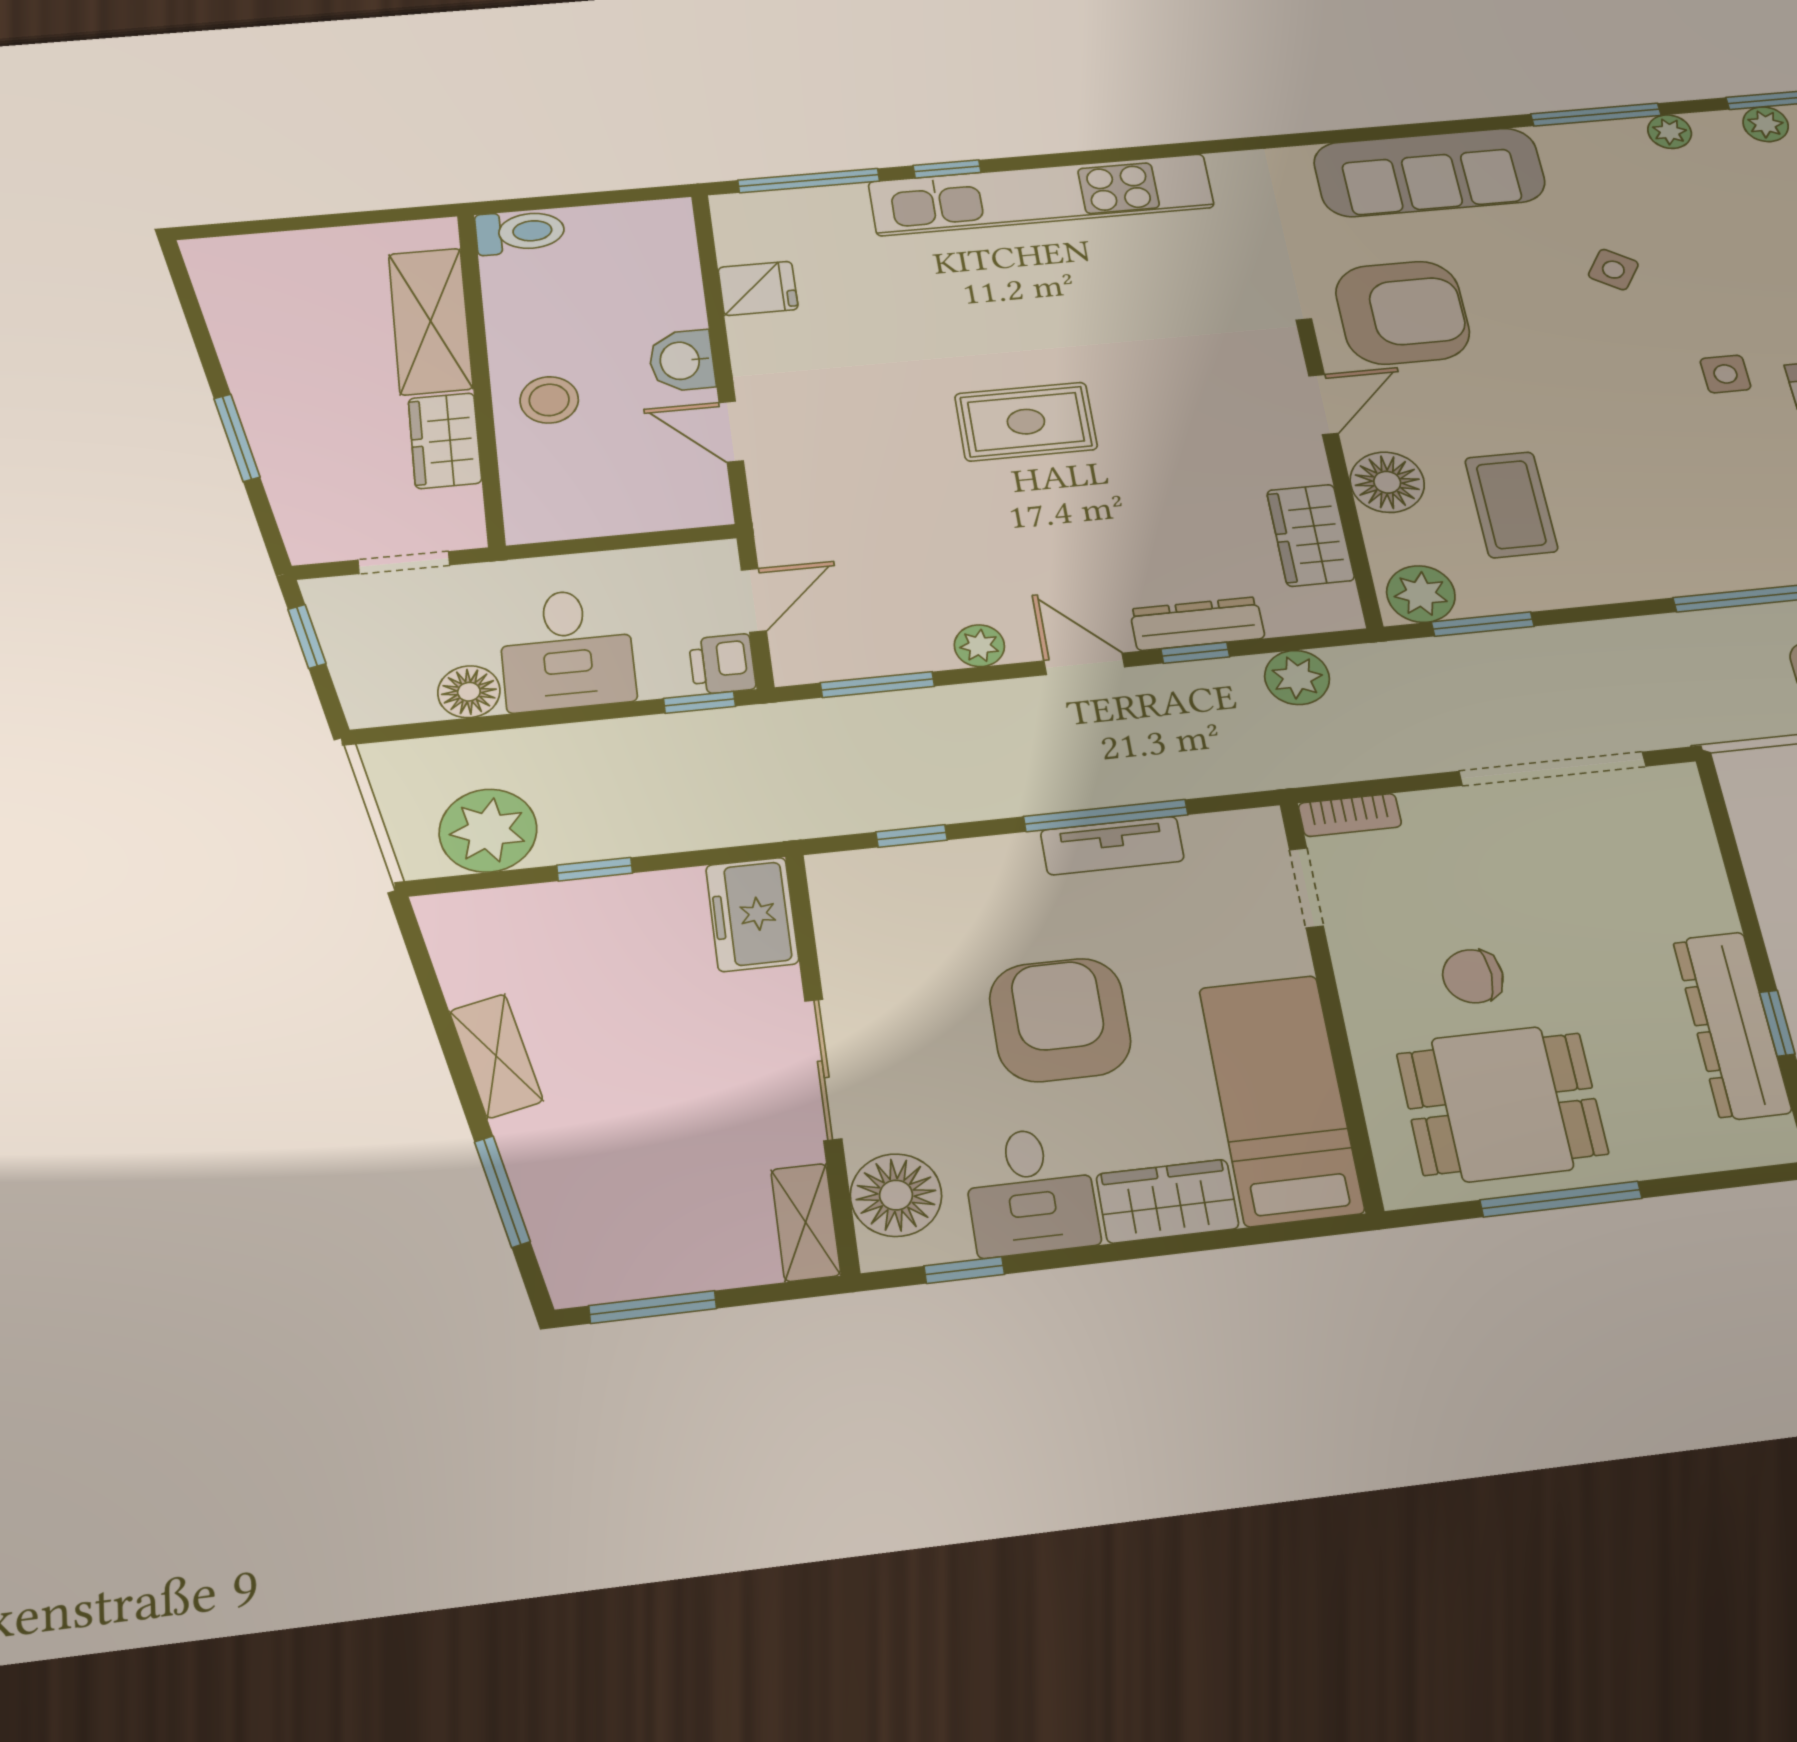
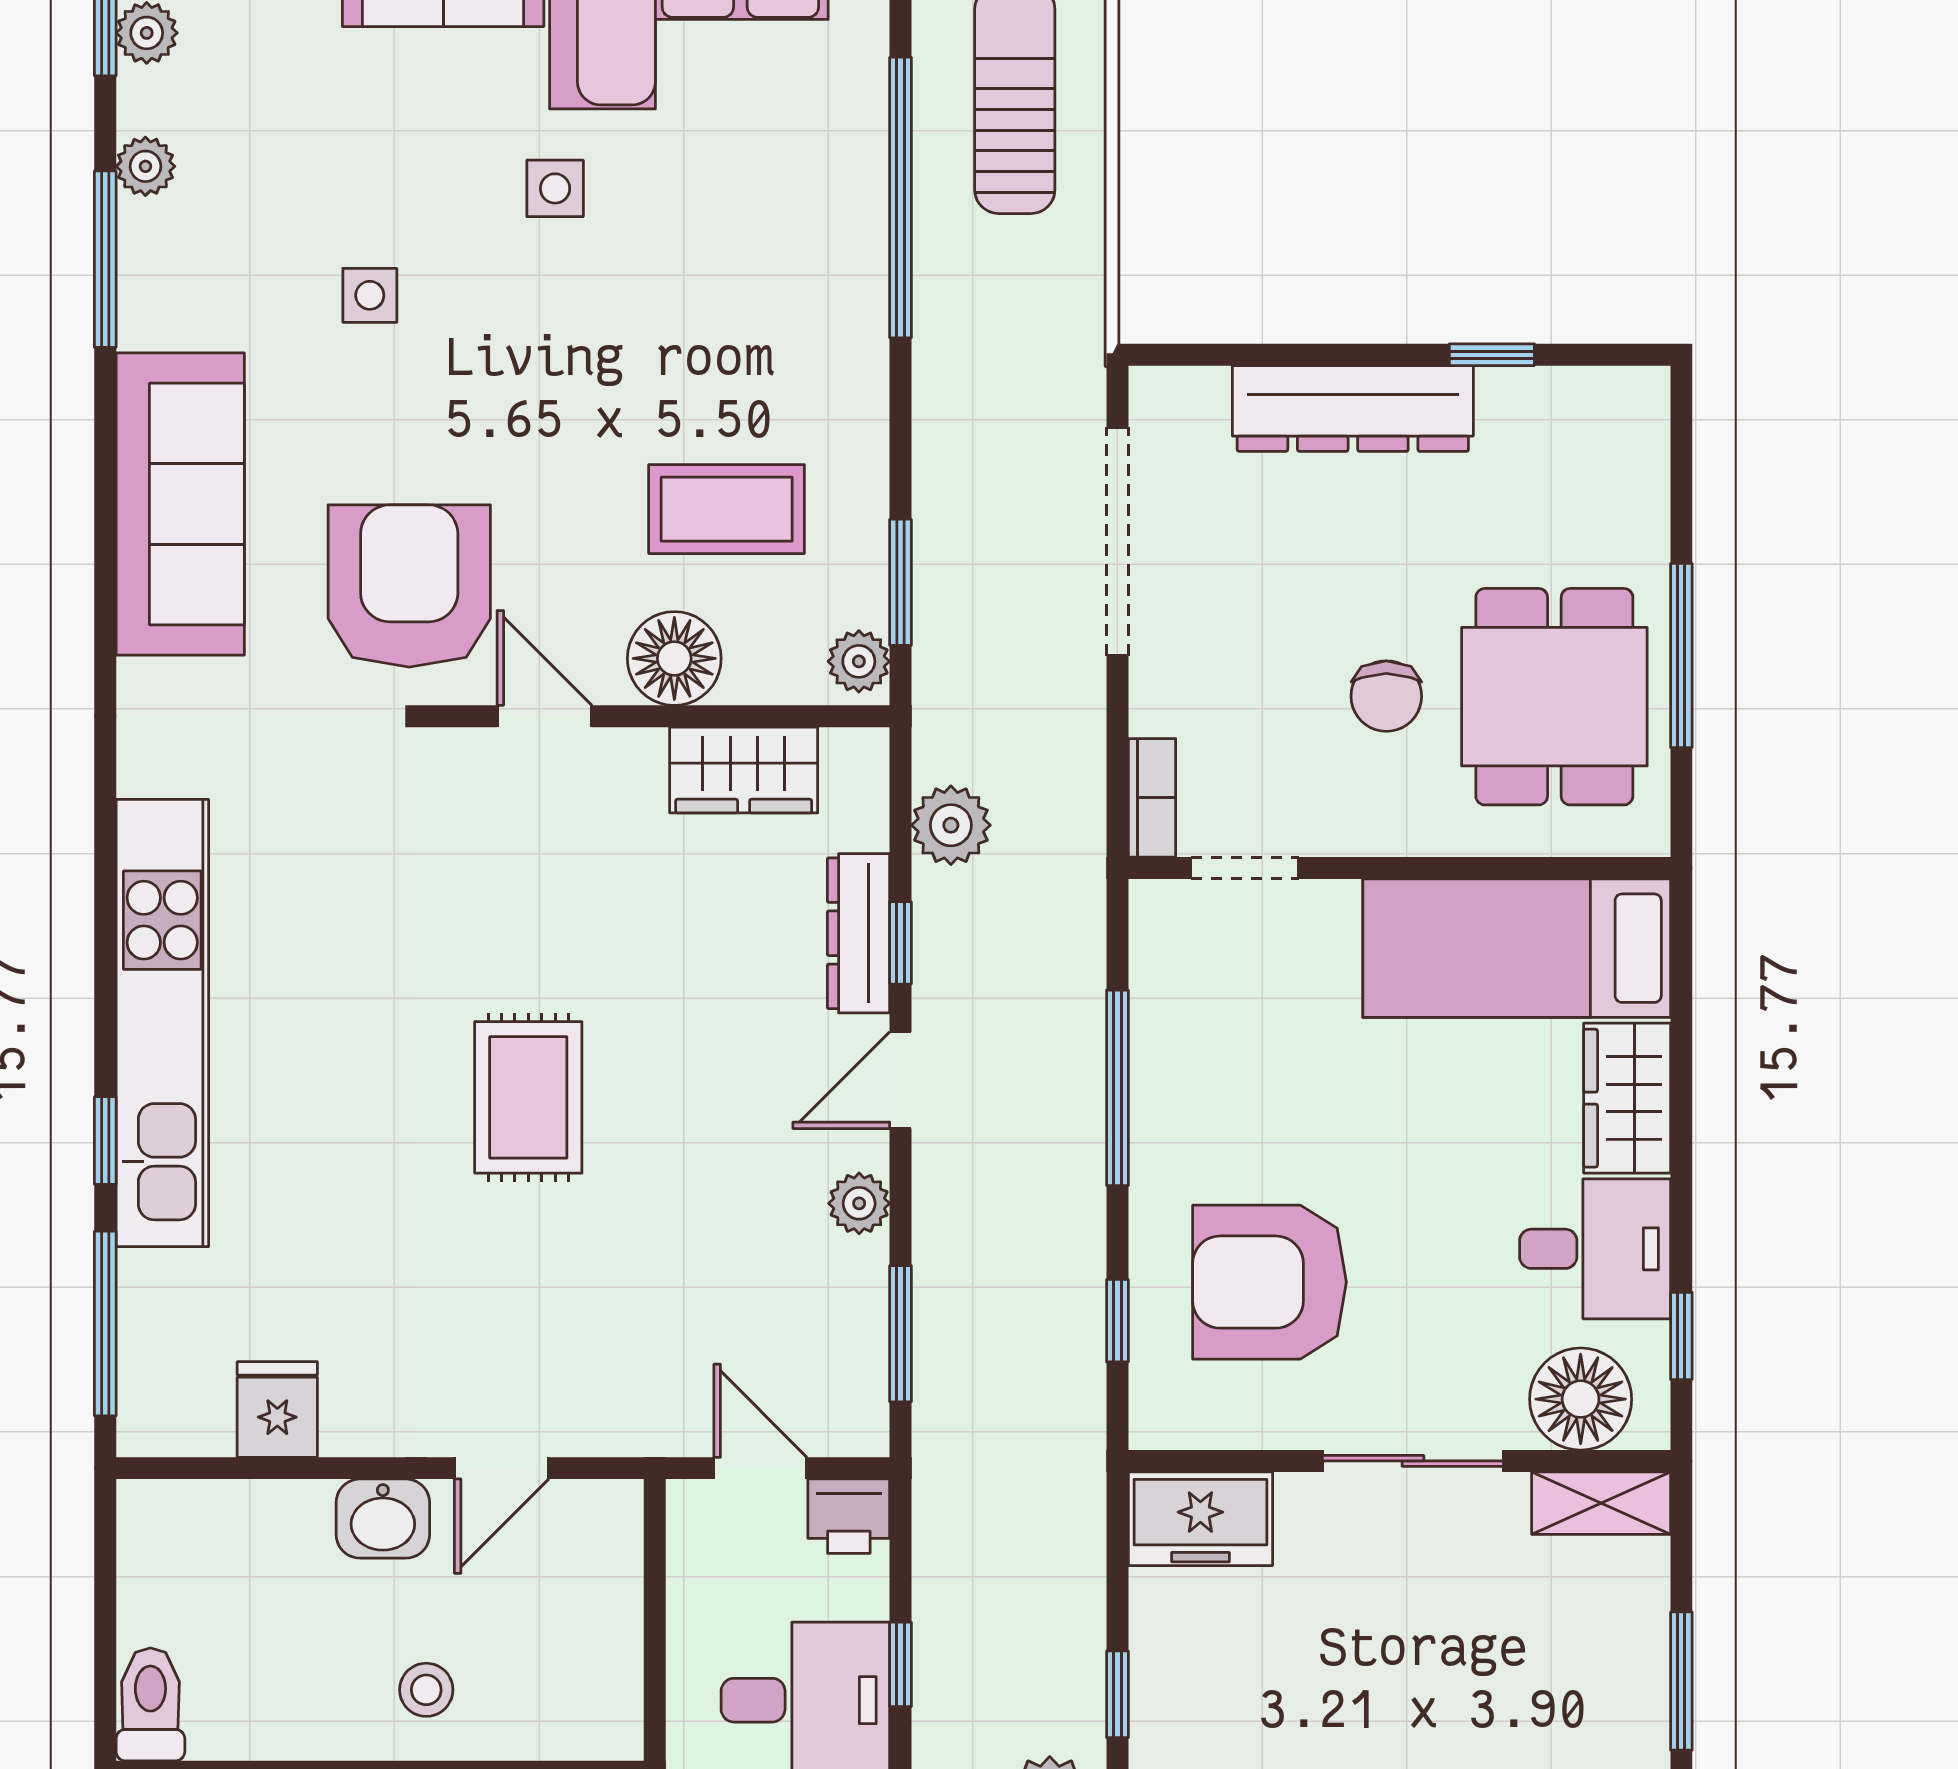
side table: (1613, 270) -> (370, 295), turned -33
stool: (549, 400) -> (426, 1690), width x0.73, depth x0.73
plant: (1421, 594) -> (859, 661), width x0.73, depth x0.73
window: (700, 702) -> (901, 1664), moved
tv unit: (1112, 846) -> (1160, 1087), removed
armchair: (1060, 1020) -> (1270, 1282), moved
dresser: (1732, 1025) -> (1353, 409), moved

